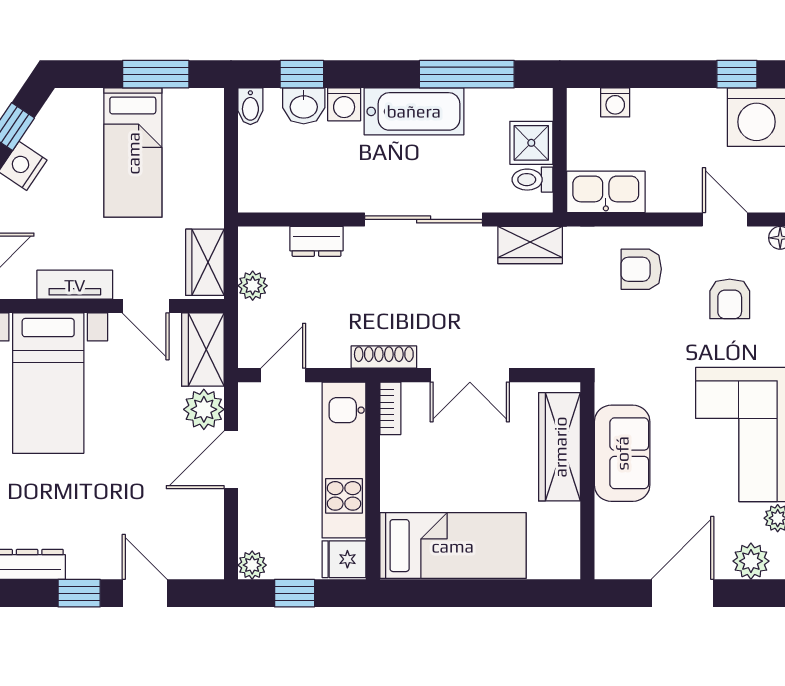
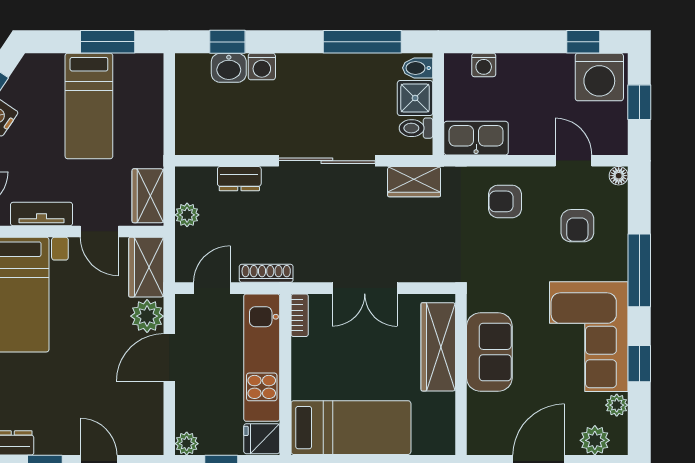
bidet: (250, 106) -> (418, 68), moved, turned 90
bathtub: (414, 111) -> (319, 72), removed
shoe rack: (384, 357) -> (266, 273), moved

